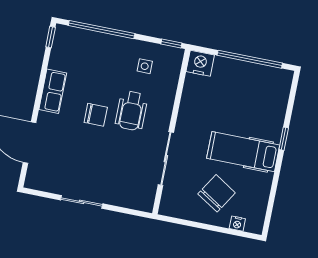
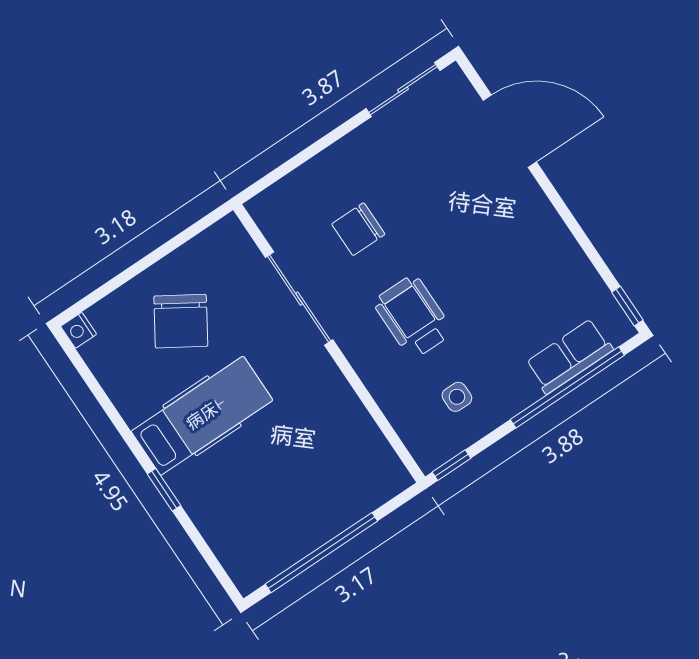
nightstand: (200, 63) -> (384, 478), removed
row of seats: (53, 91) -> (569, 356), moved, turned 90
chair: (96, 115) -> (358, 229), moved
sliding door: (82, 202) -> (403, 90), moved
nightstand: (237, 224) -> (79, 330), moved, turned -90

